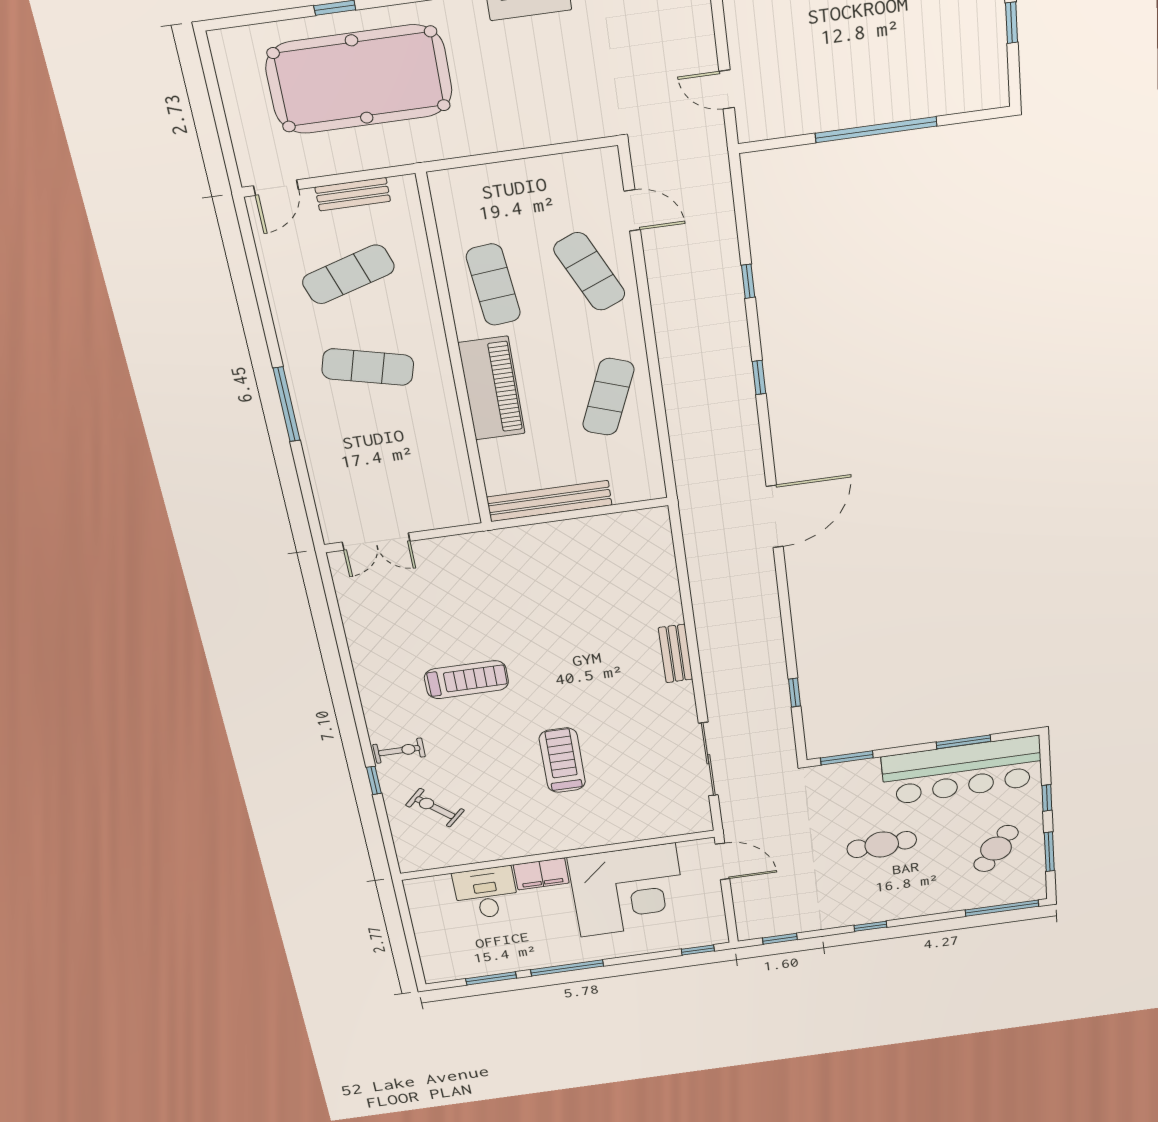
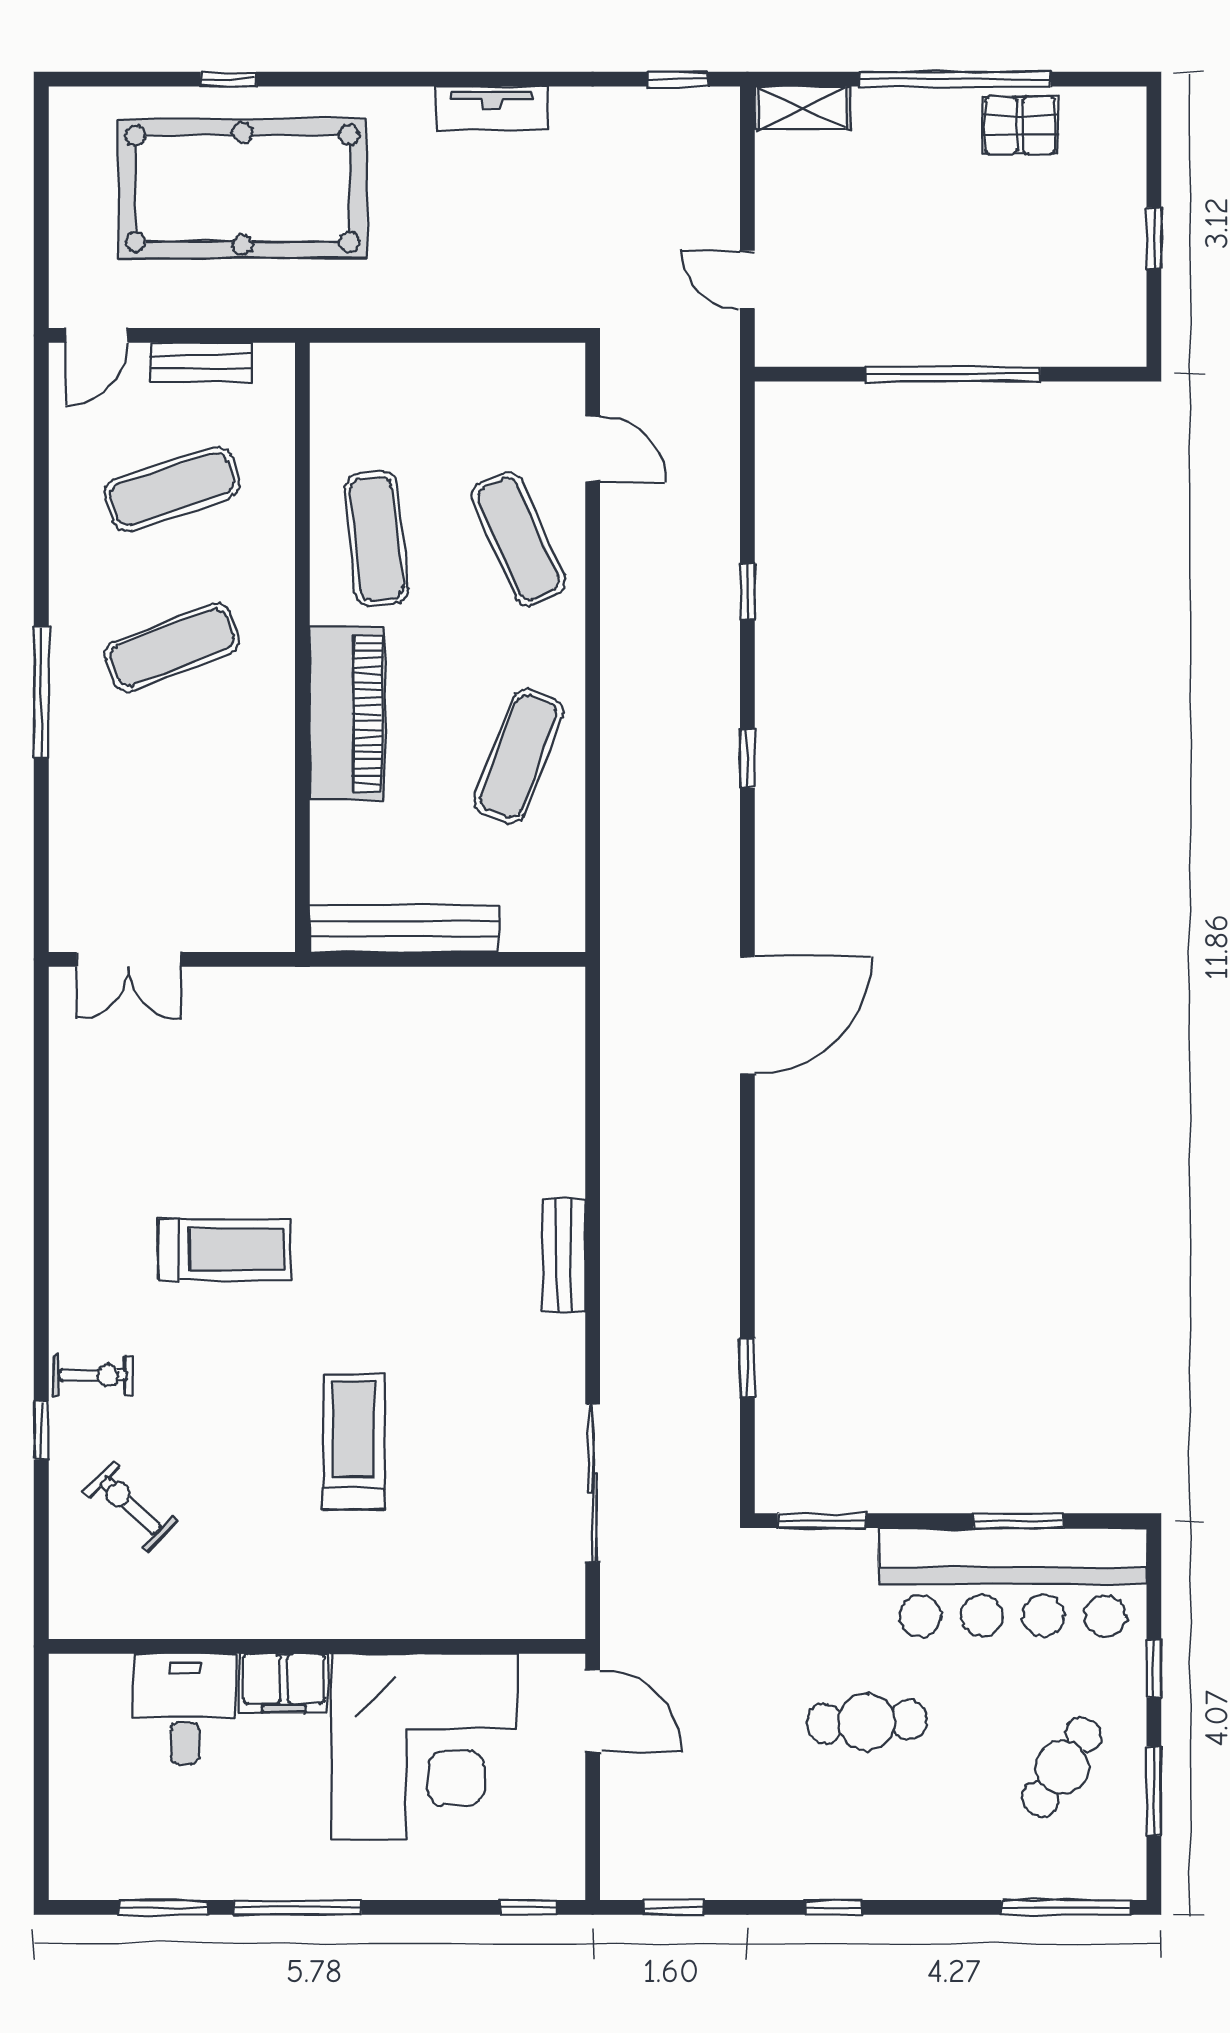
exercise mat: (368, 367) -> (172, 647), turned -36

